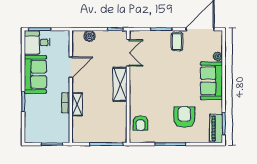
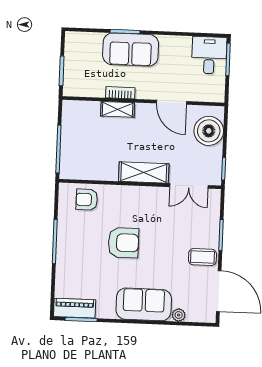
boiler: (89, 36) -> (209, 131), width x1.86, depth x1.86
sofa: (35, 74) -> (131, 50), moved
armchair: (184, 117) -> (123, 243), moved

